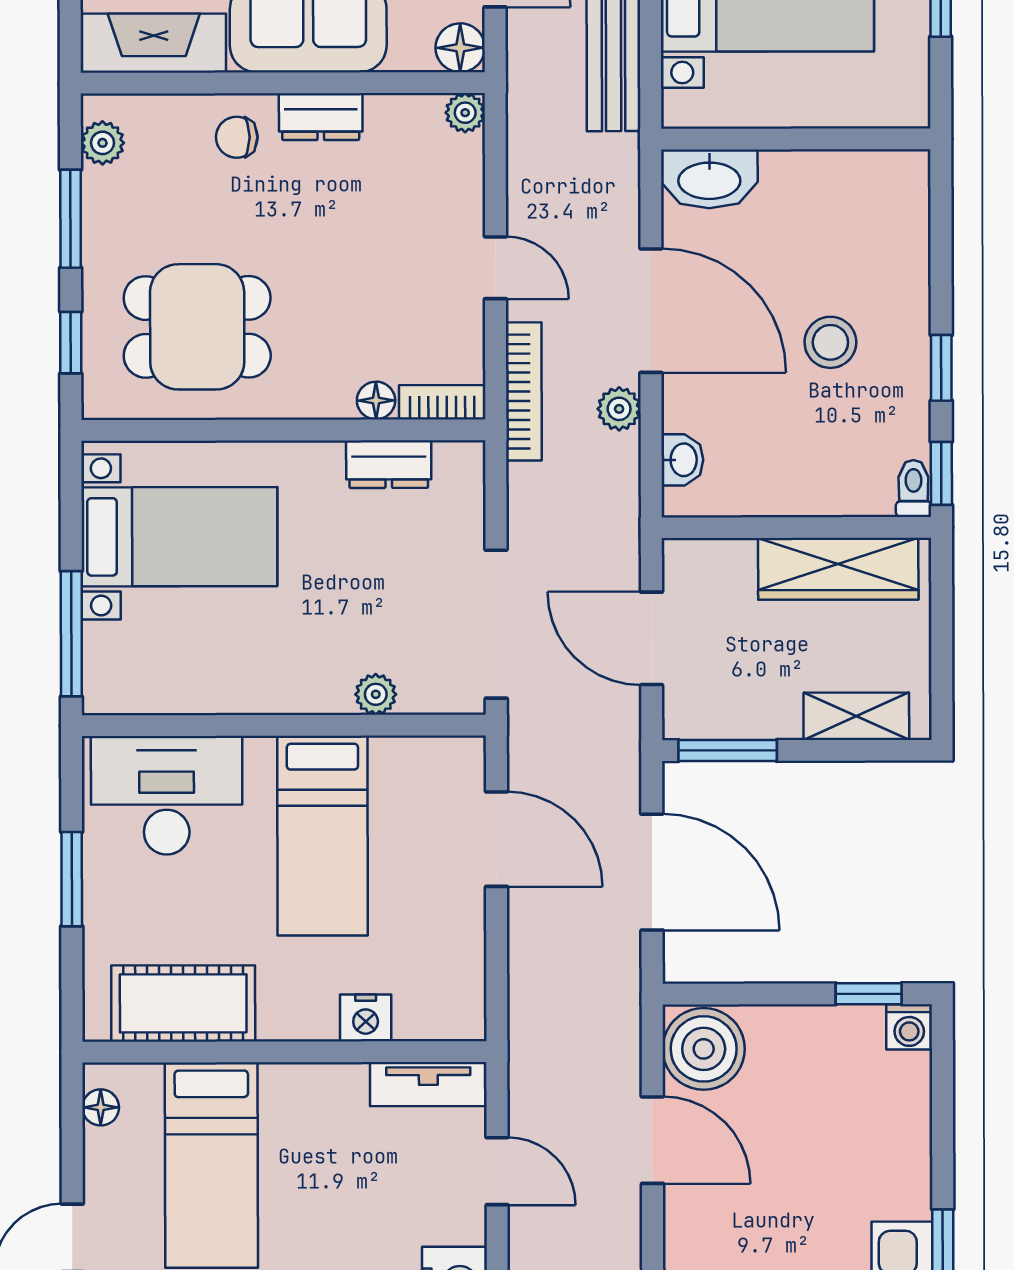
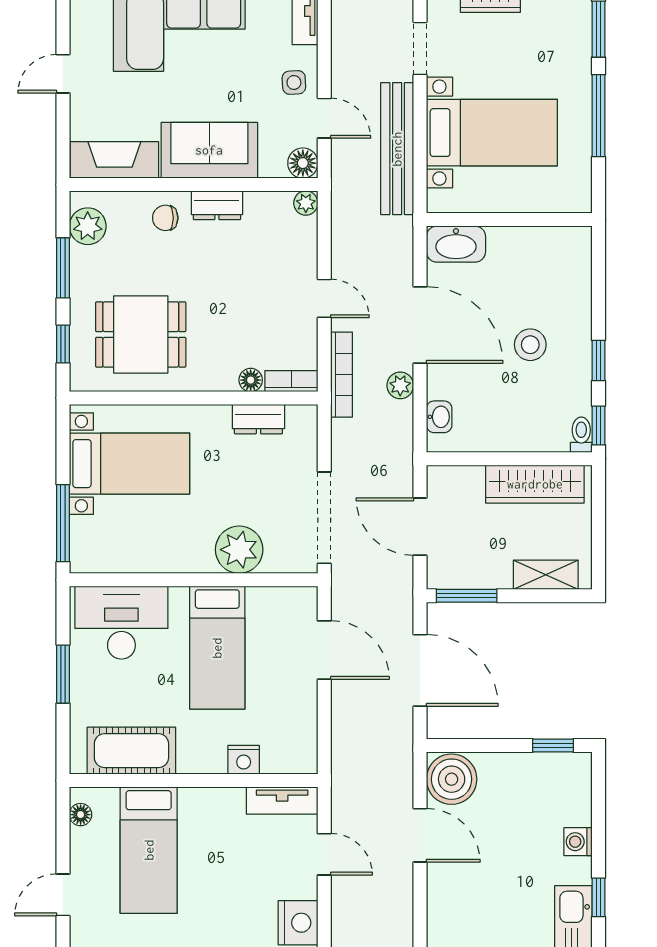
plant: (103, 143) -> (88, 226), width x1.38, depth x1.38
plant: (376, 694) -> (239, 550), width x1.88, depth x1.88
washing machine: (909, 1027) -> (578, 842), moved, turned 90

